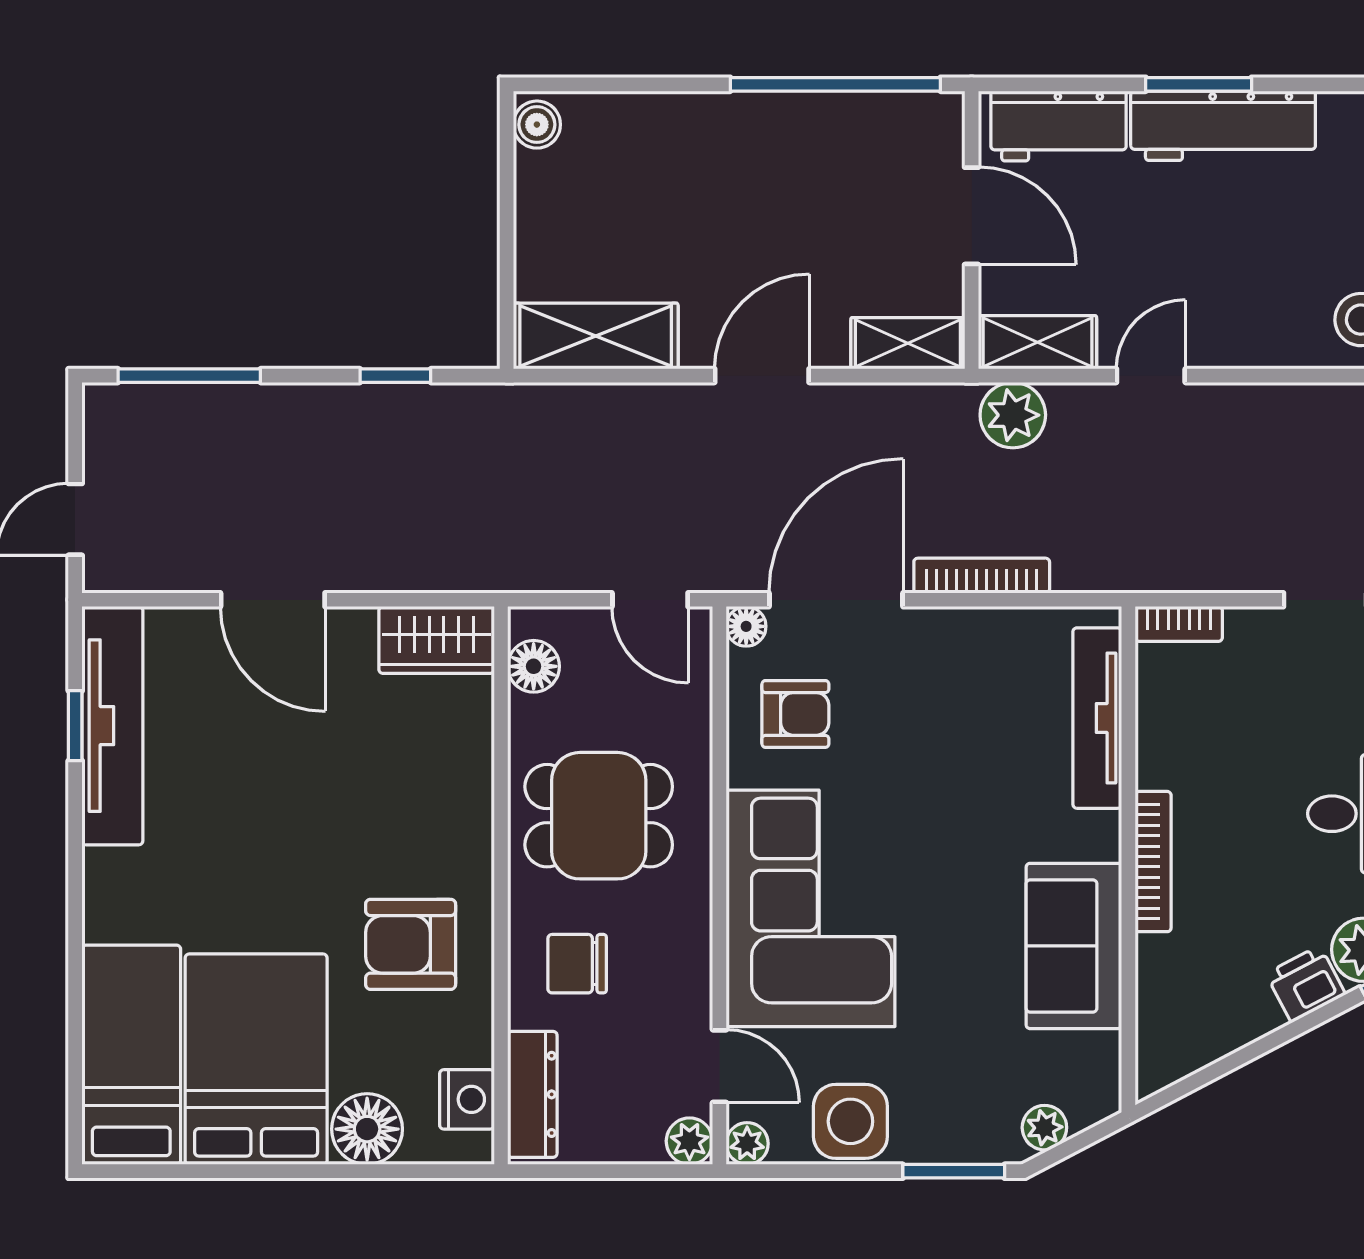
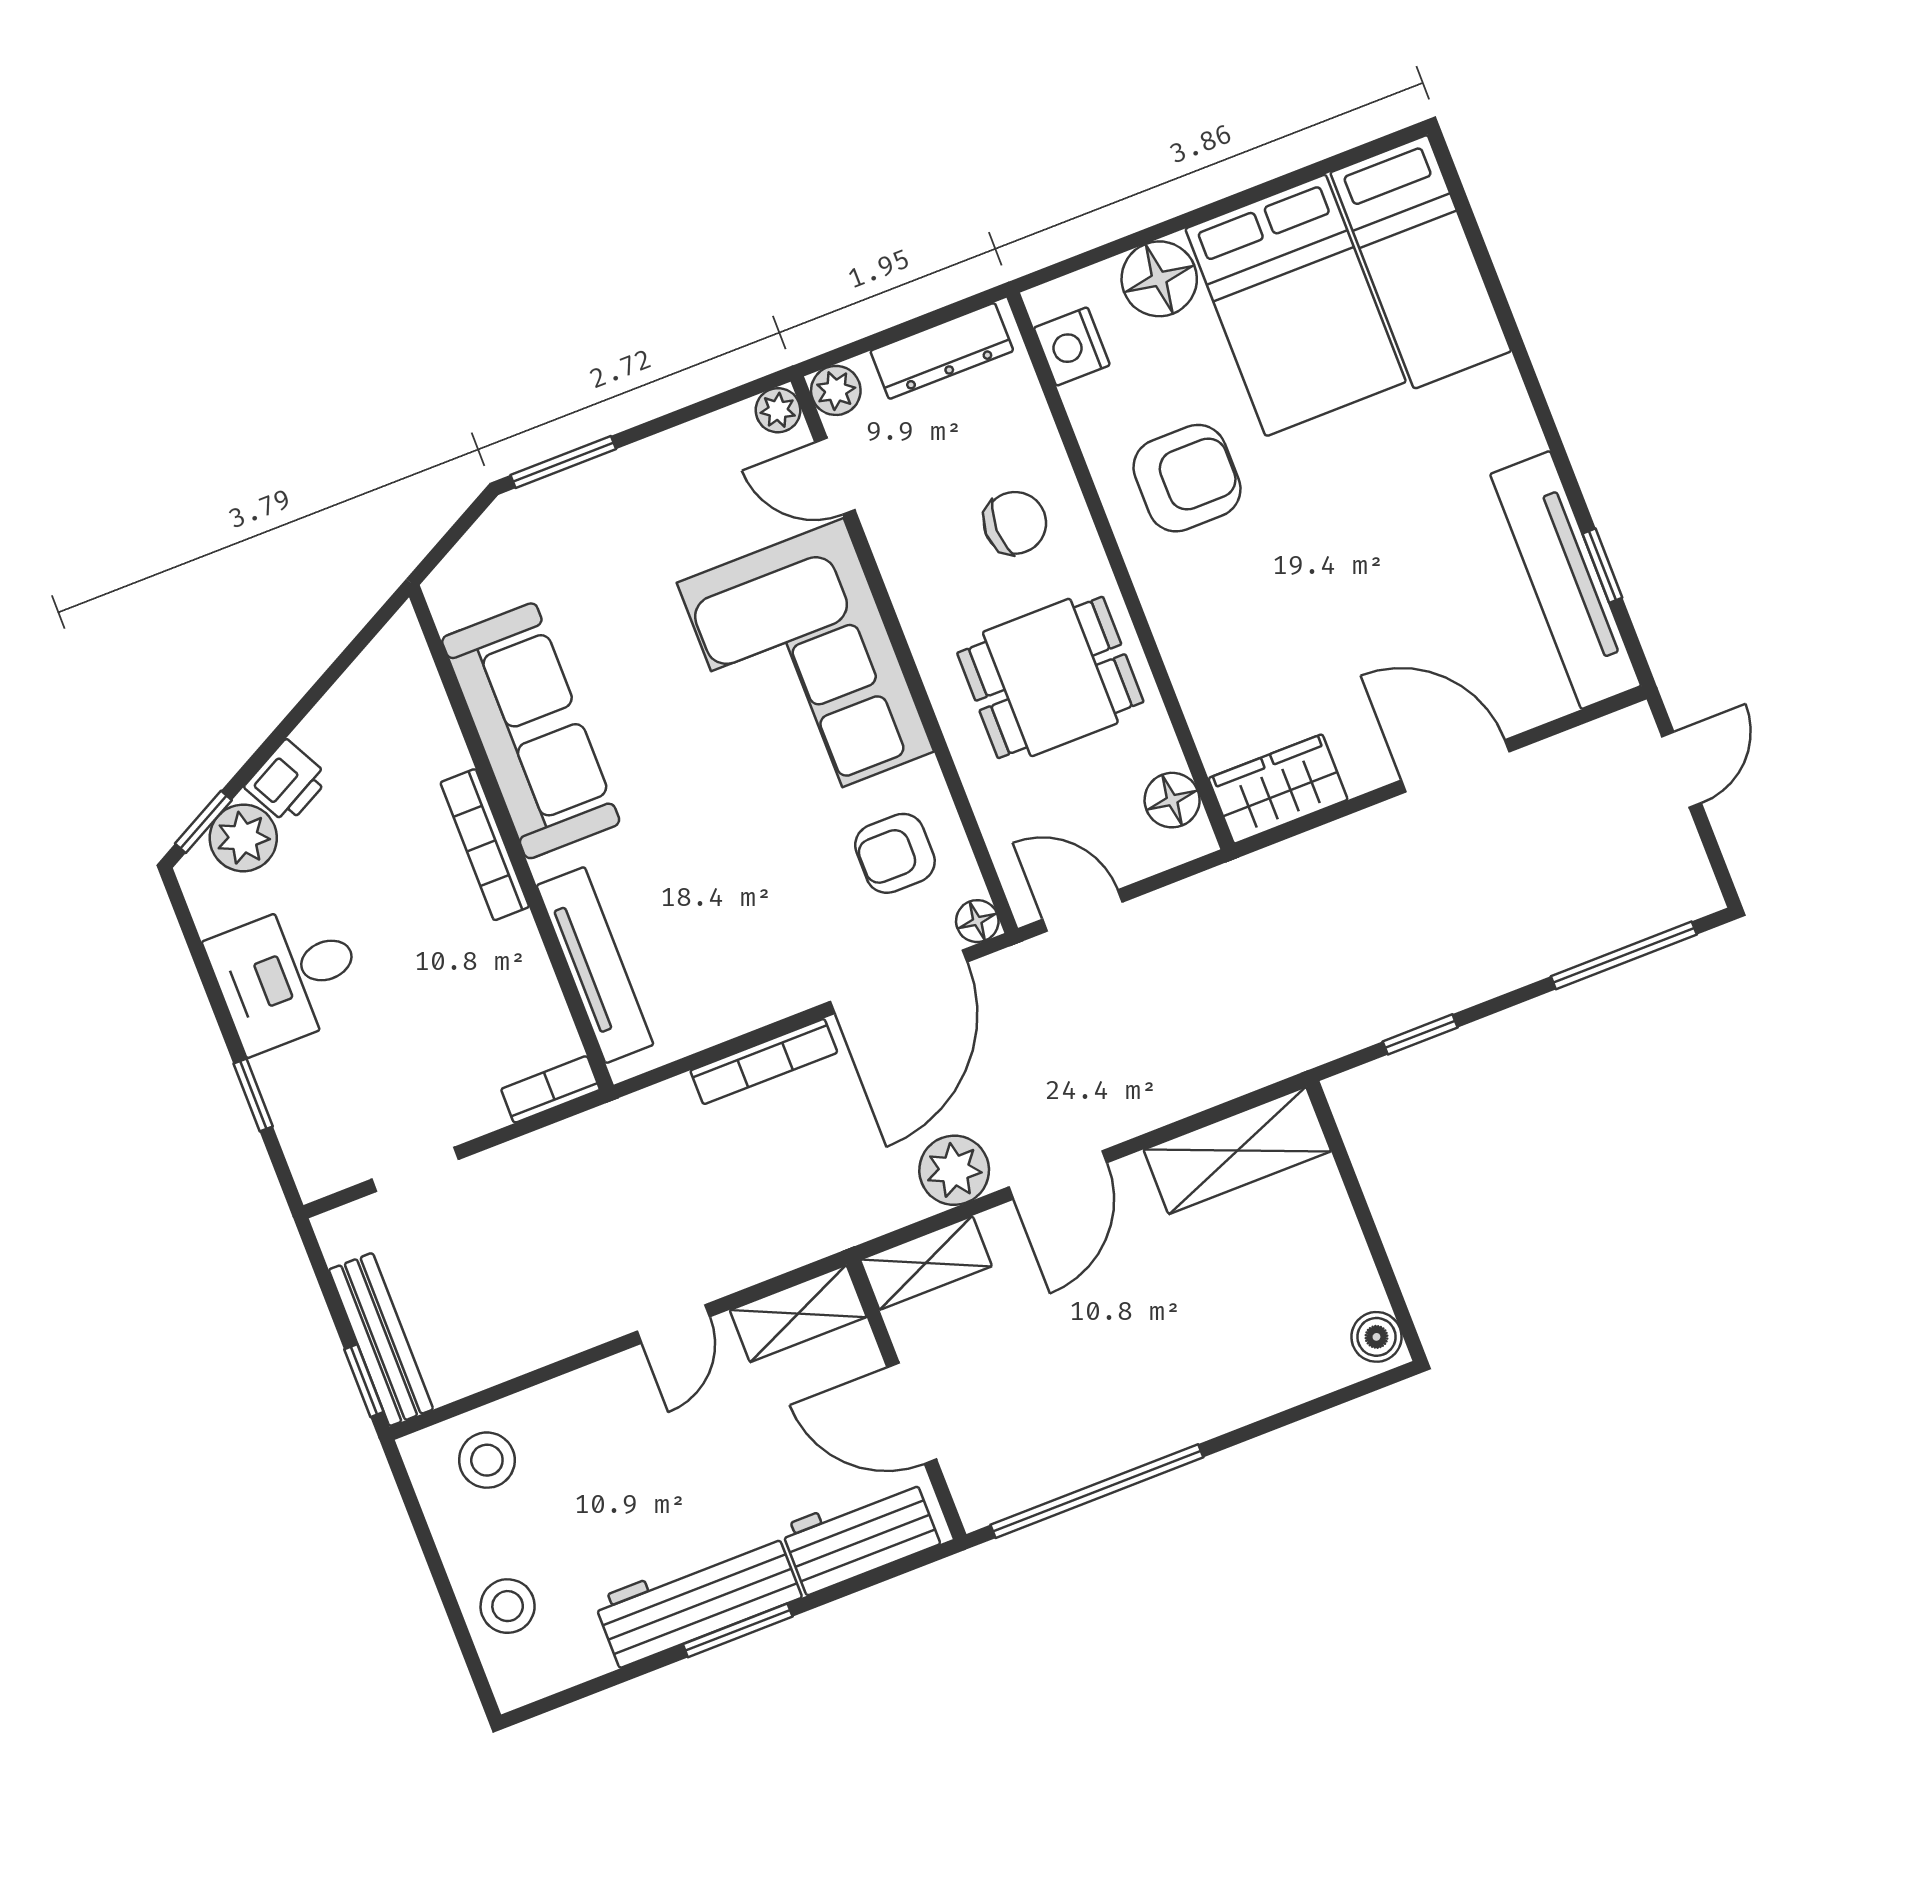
plant: (1013, 415) -> (954, 1170), moved
sofa: (1074, 946) -> (531, 731), width x1.36
dresser: (532, 1094) -> (942, 351), moved, turned -90
side table: (850, 1121) -> (684, 472), removed
plant: (1044, 1128) -> (490, 540), removed

